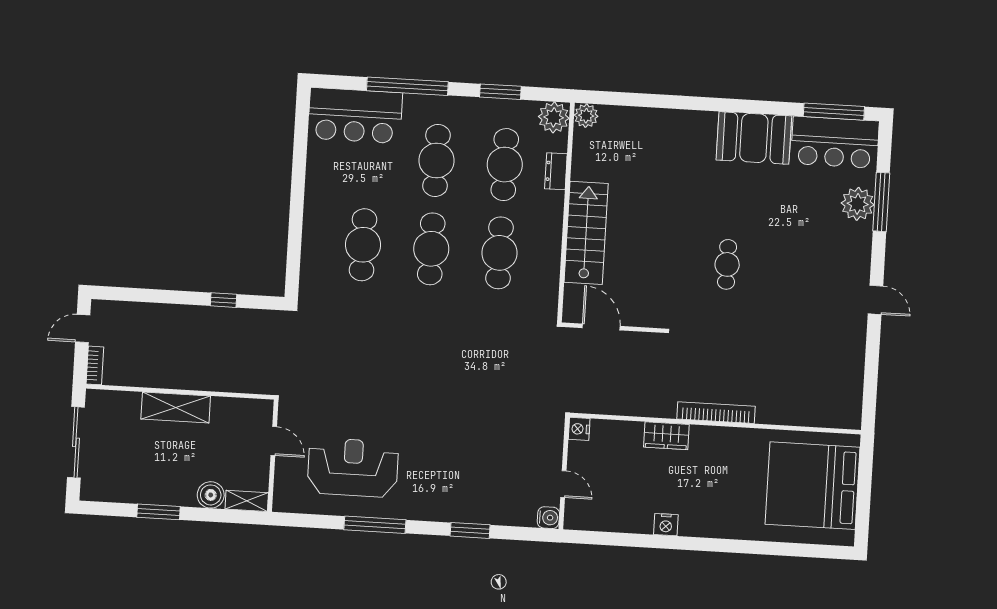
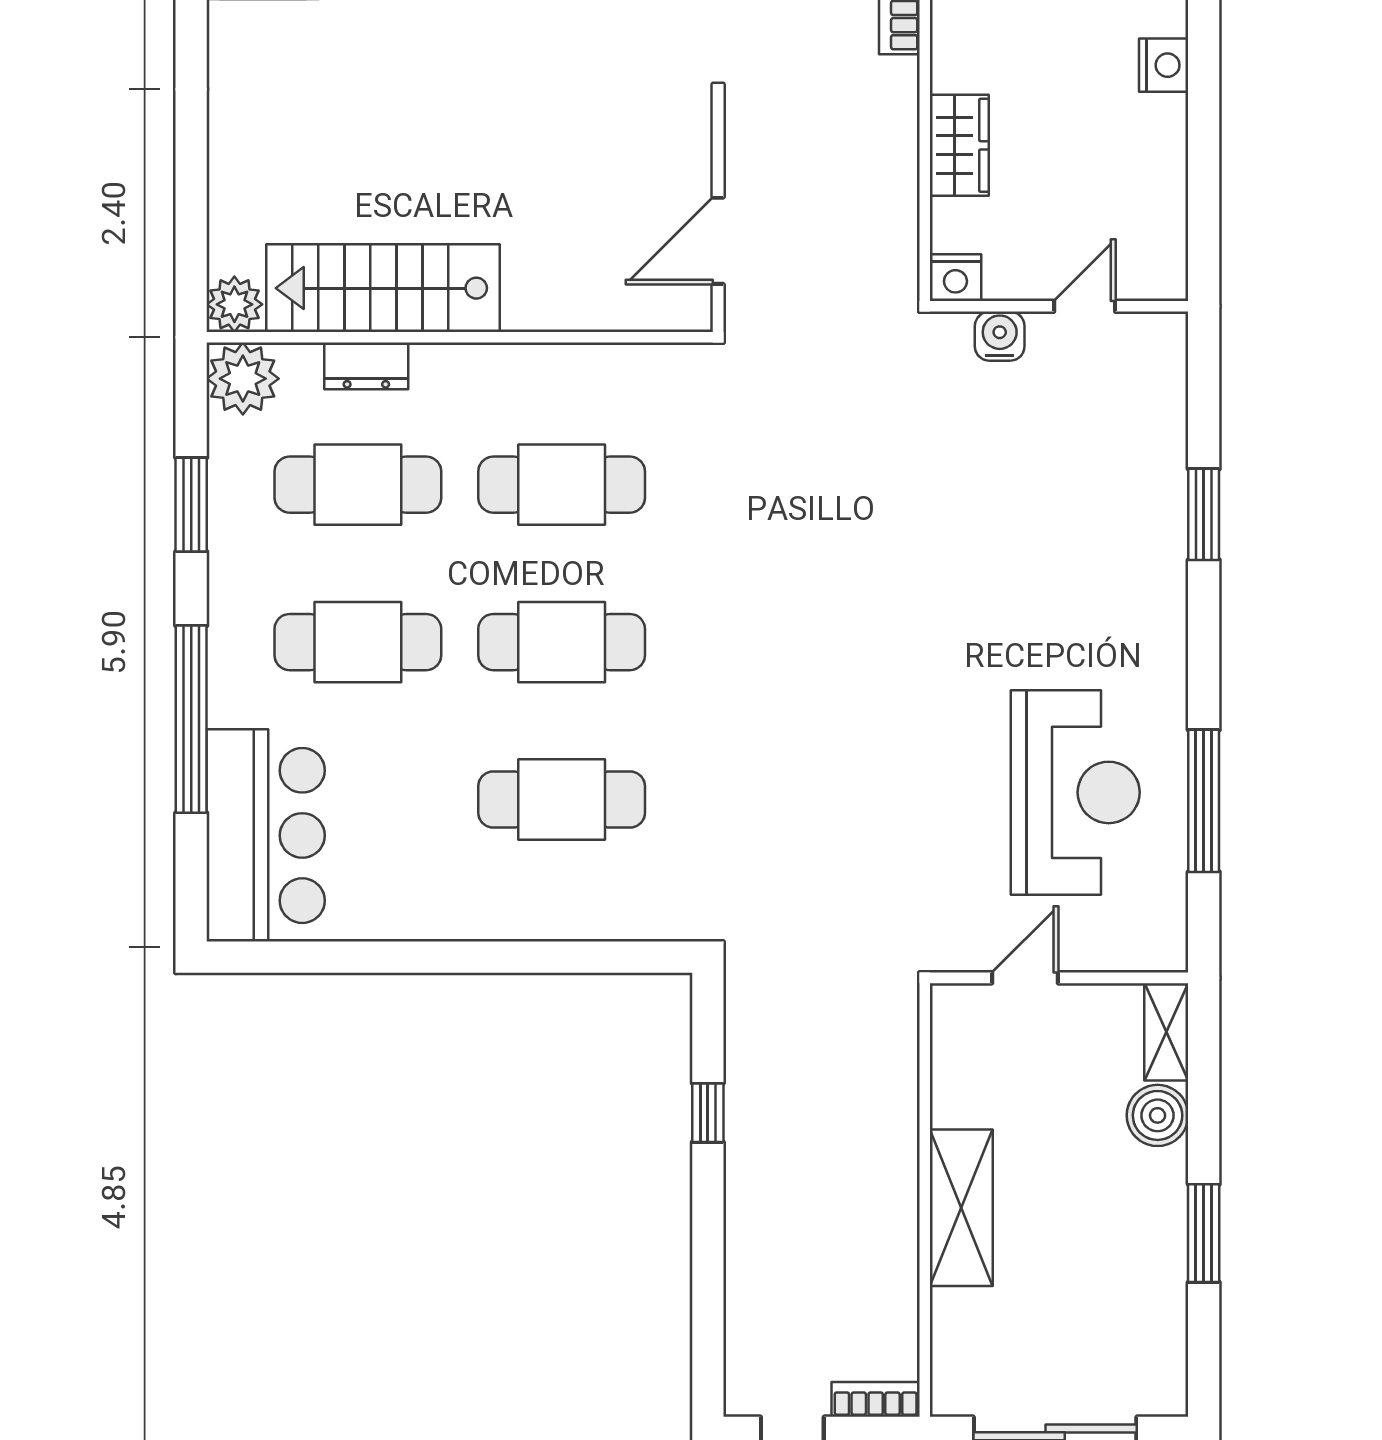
stairs: (586, 233) -> (383, 288), moved
wardrobe: (666, 436) -> (959, 145), moved
reception desk: (353, 468) -> (1075, 792), turned 180
water cooler: (548, 518) -> (1000, 336), moved
window: (375, 525) -> (1204, 801), moved

